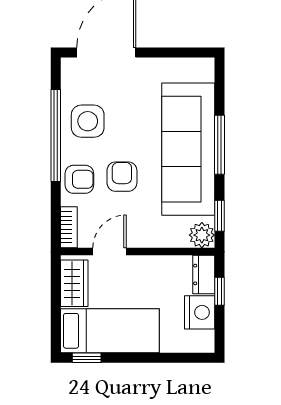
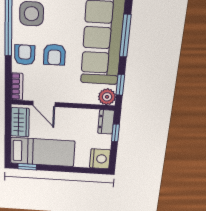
armchair: (122, 177) -> (54, 55), turned 180
armchair: (79, 179) -> (25, 55), turned -90
door: (110, 252) -> (44, 104), swing flipped
nightstand: (200, 312) -> (100, 159), moved

